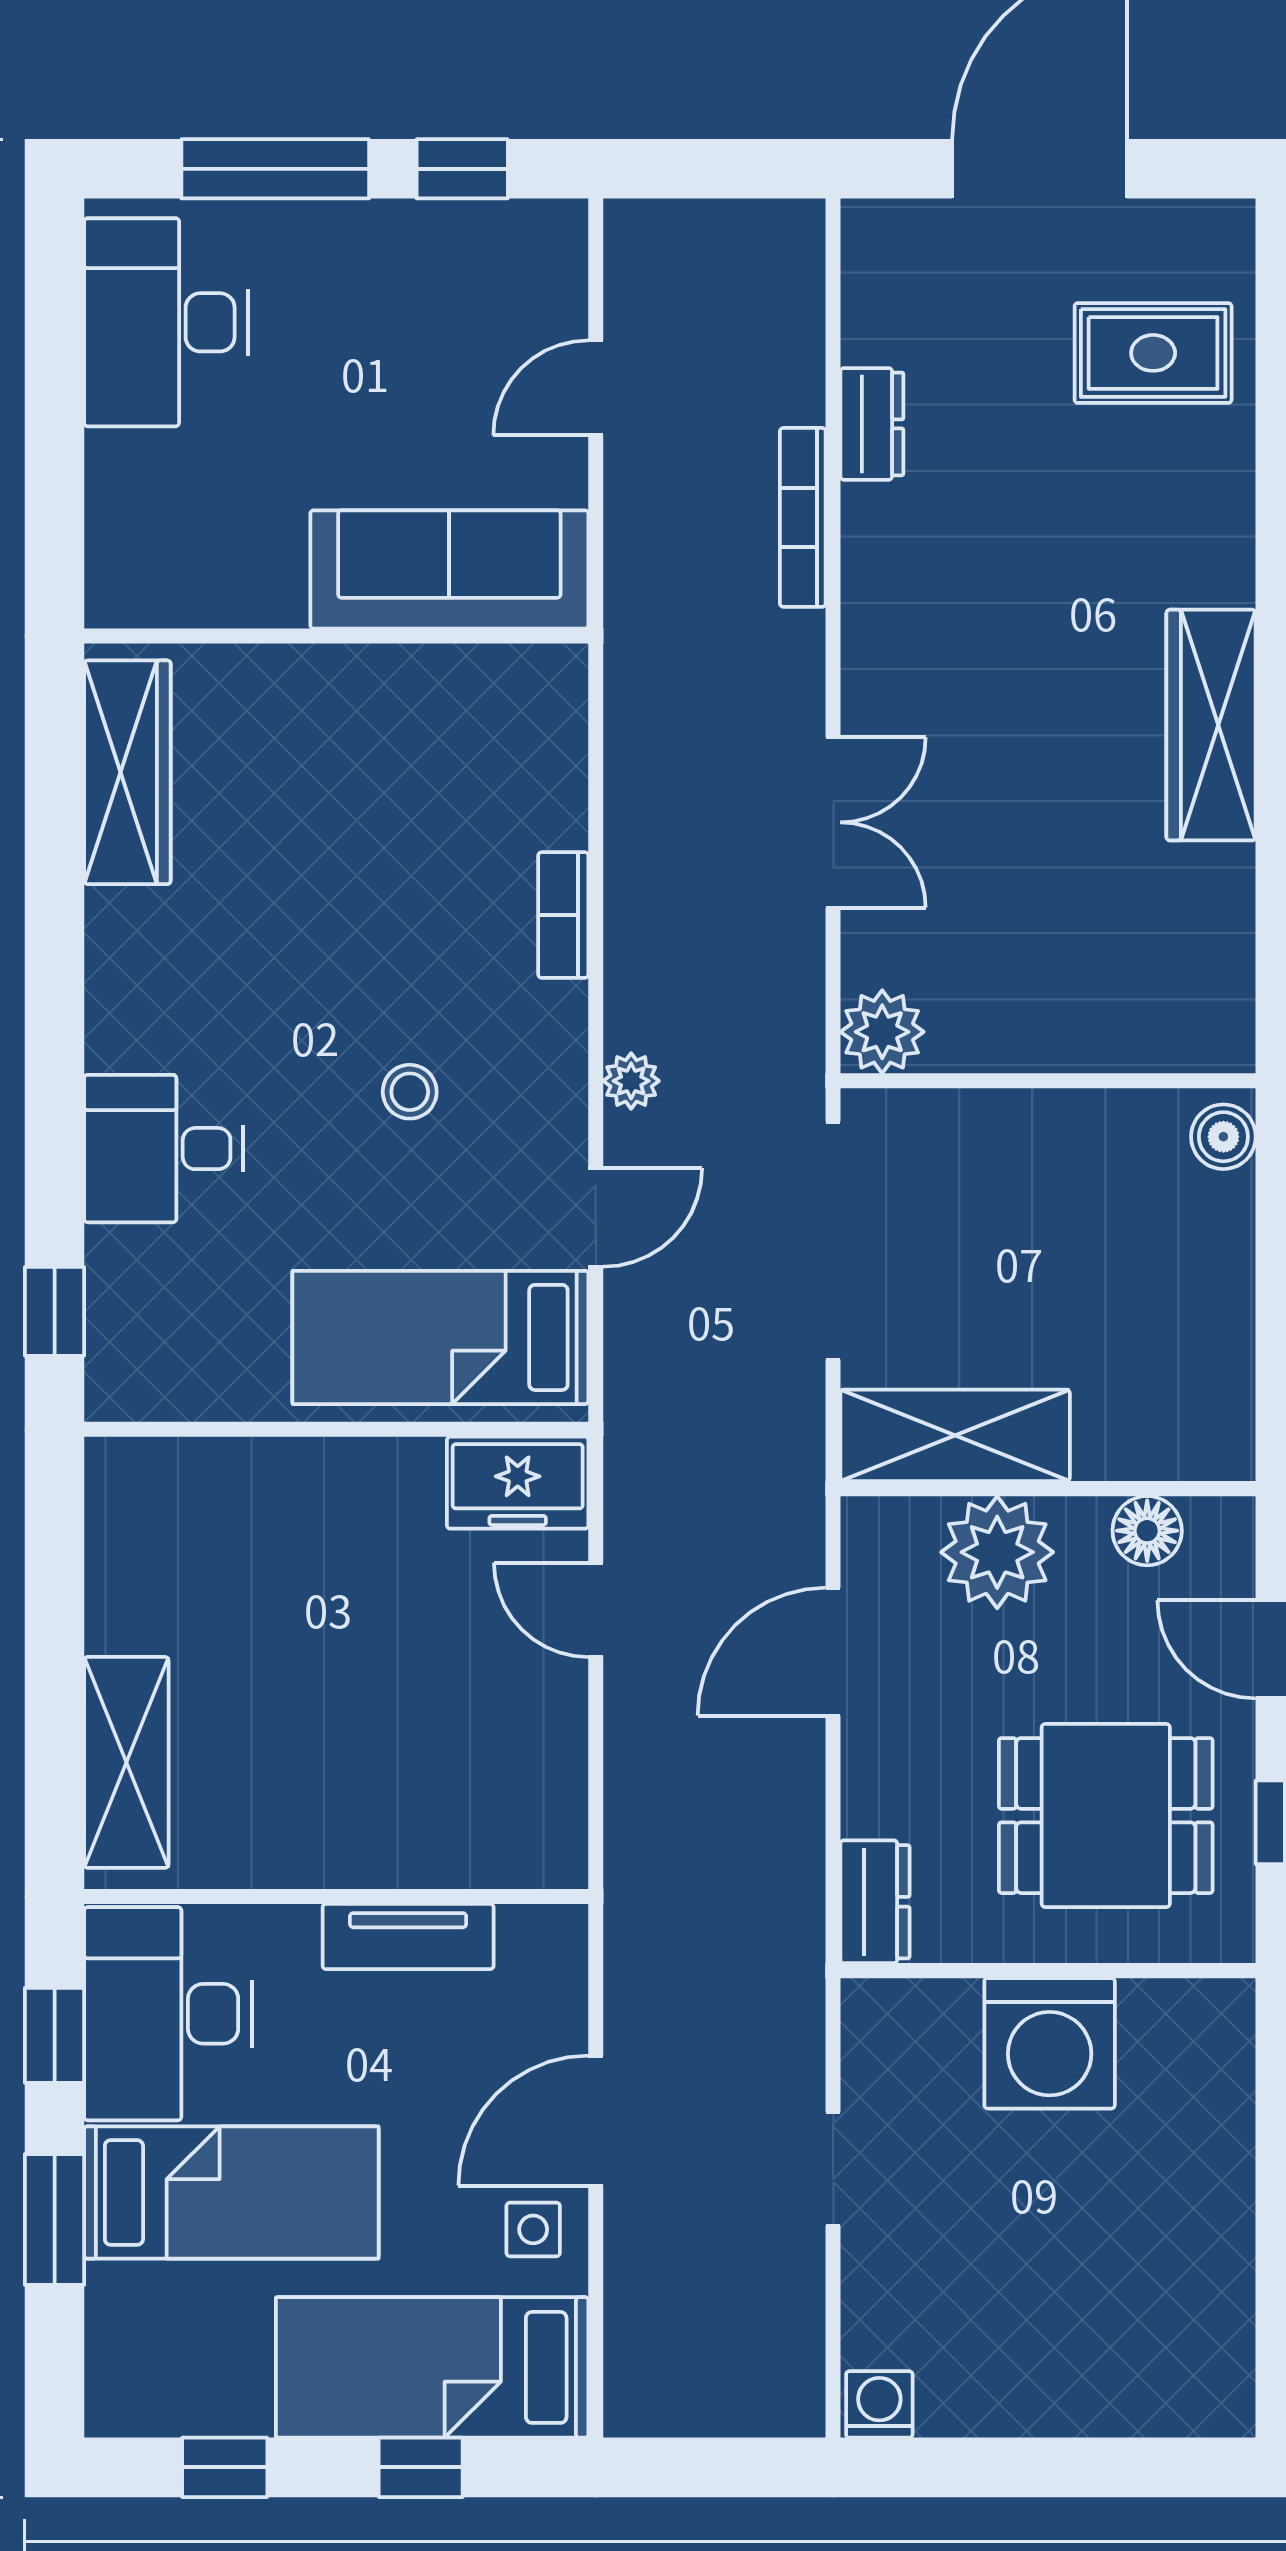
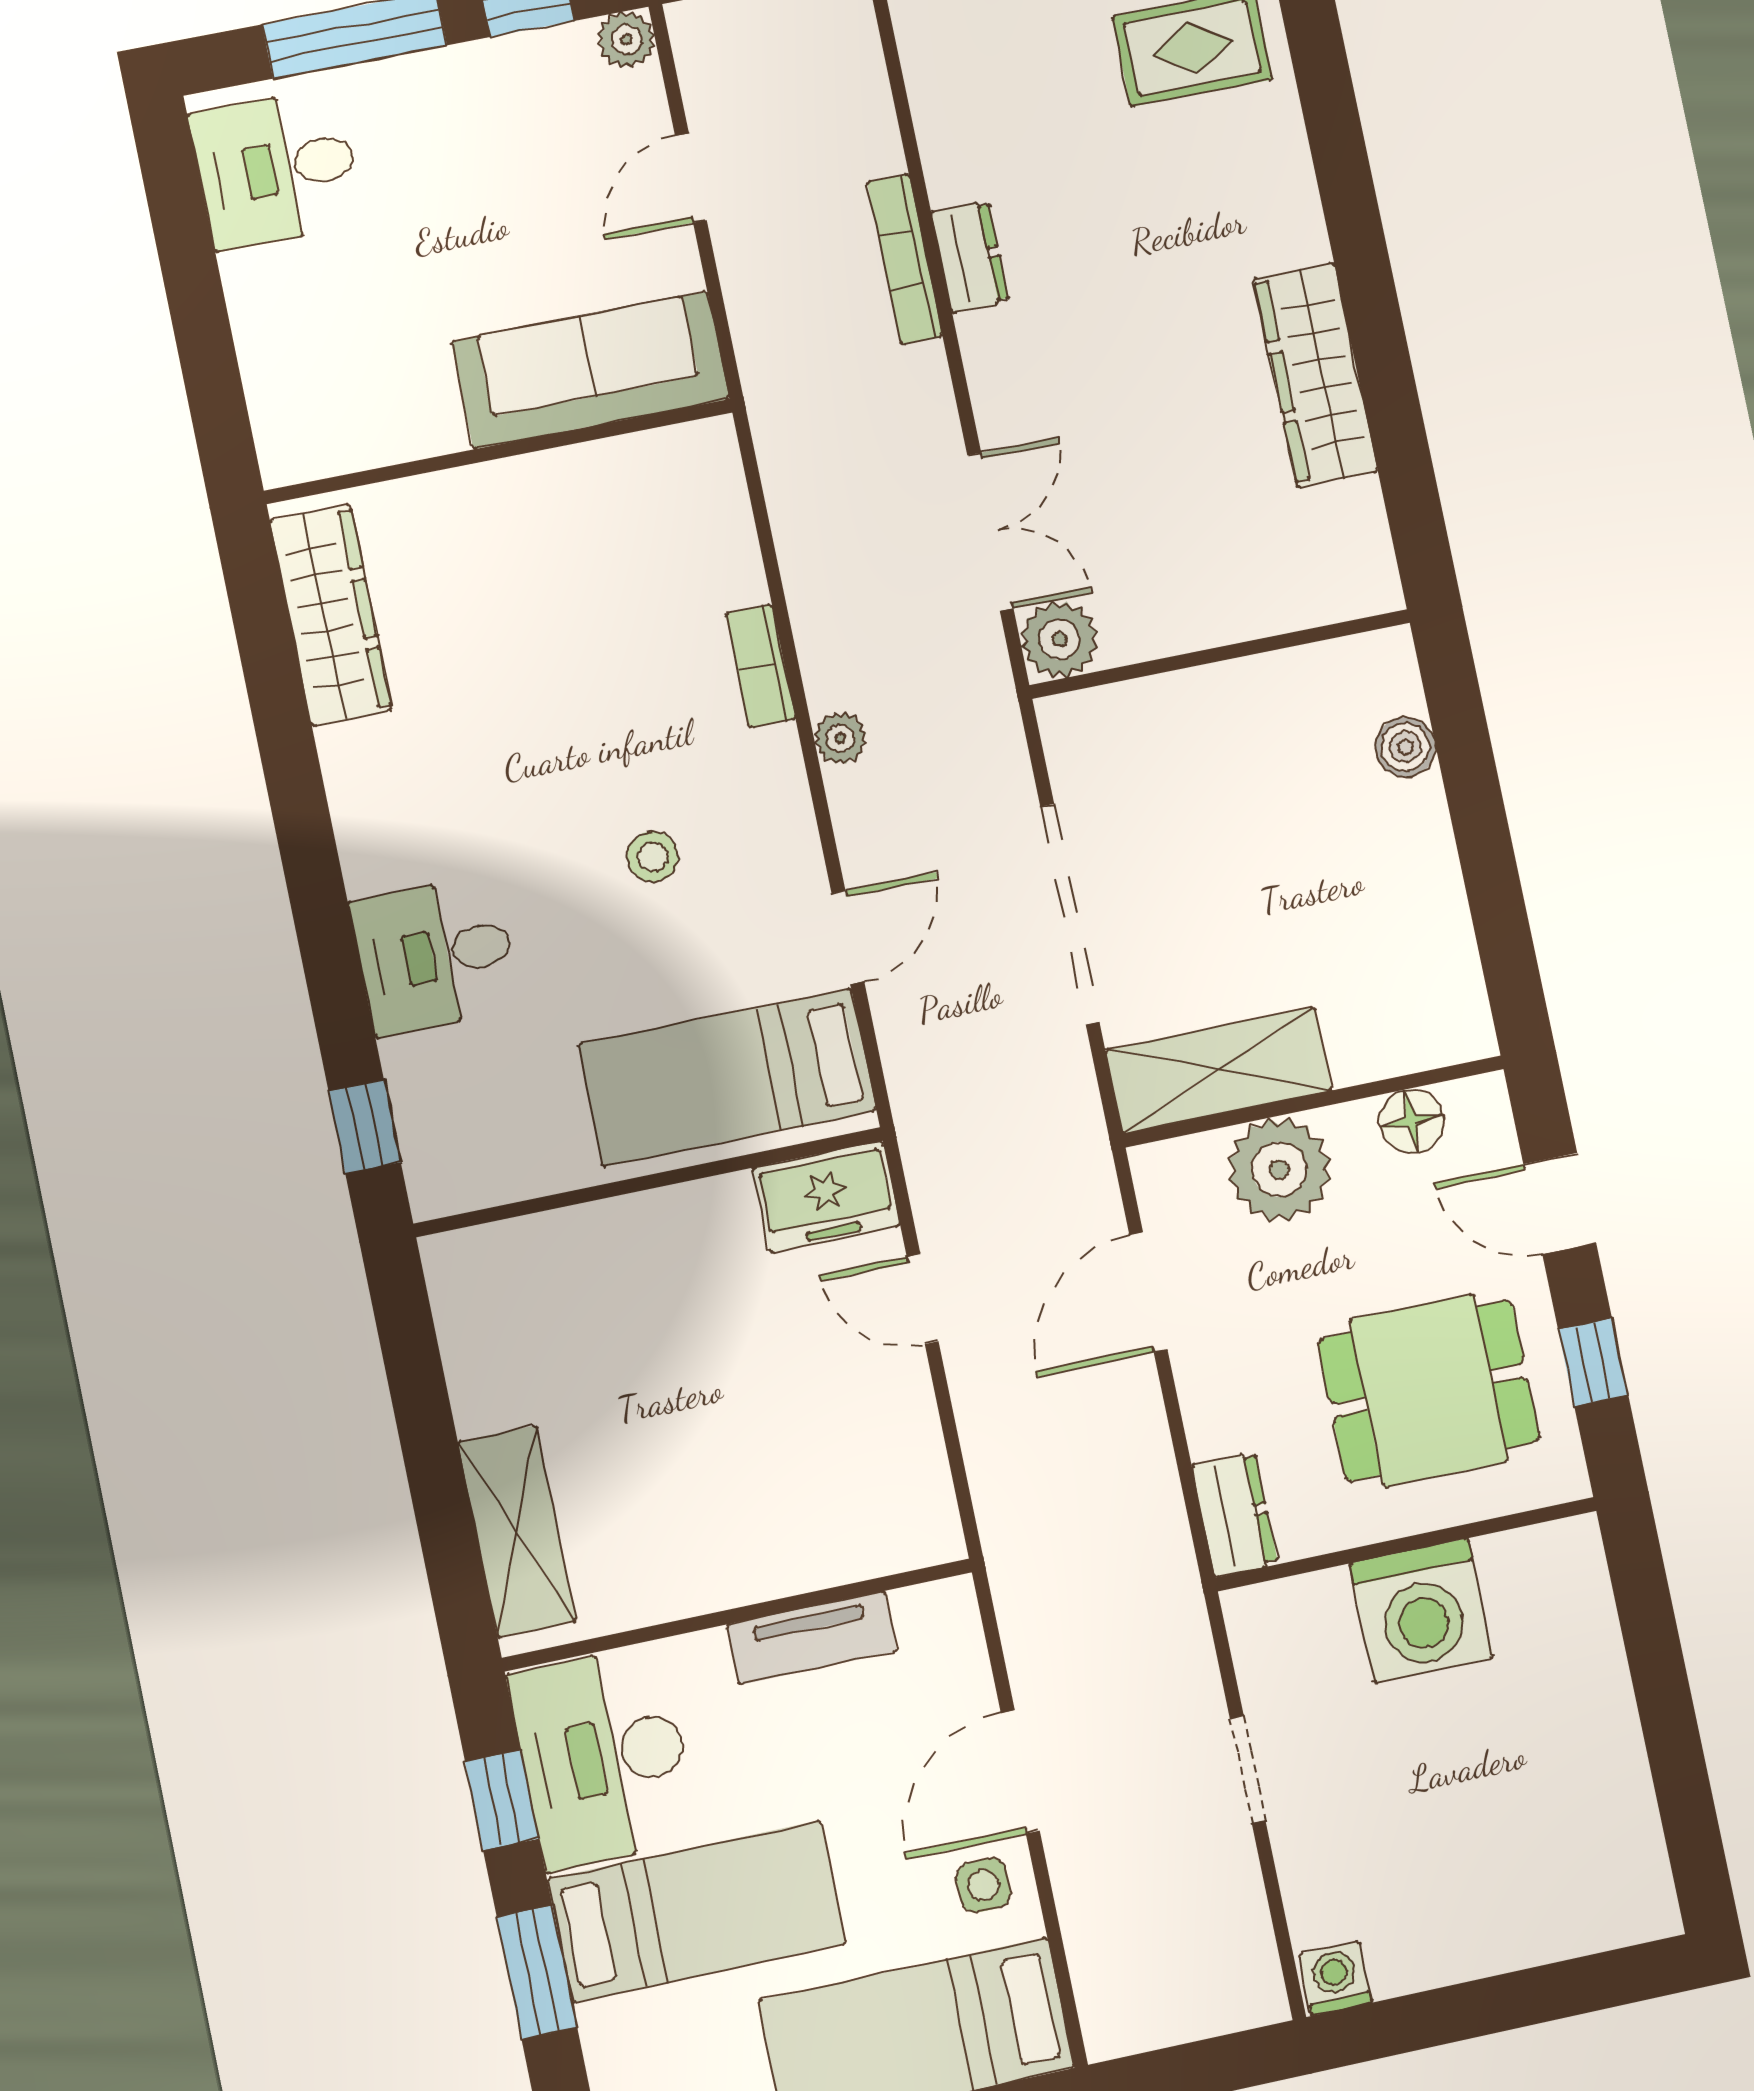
plant: (558, 229) -> (626, 40), added
desk: (166, 322) -> (277, 169), width x0.73
dresser: (872, 424) -> (970, 257), moved
plant: (882, 1032) -> (1059, 640), moved
plant: (631, 1081) -> (841, 738), moved
wall: (1048, 1081) -> (1220, 654), moved

